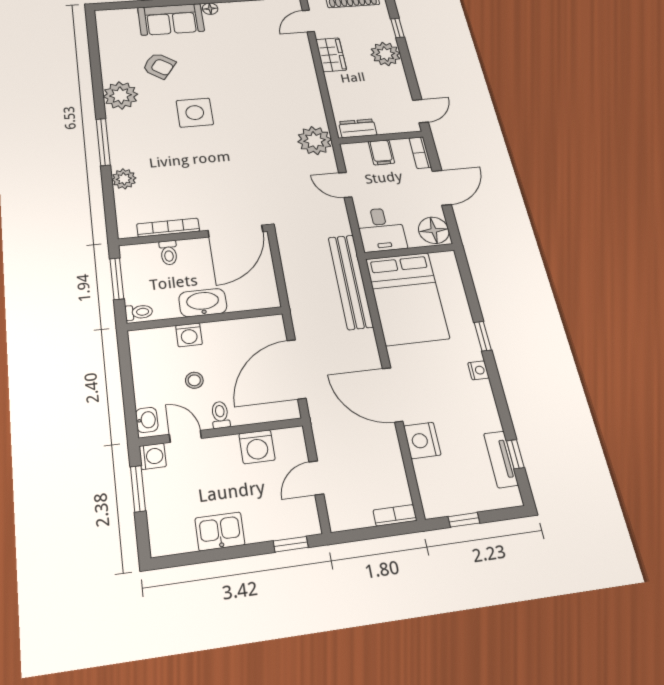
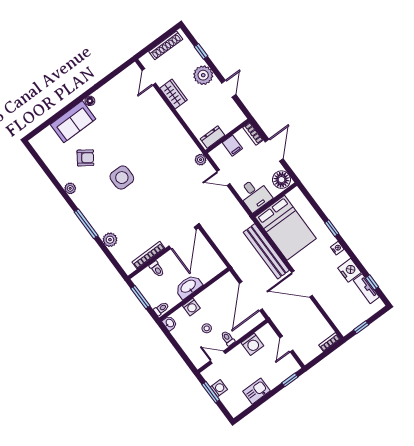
plant: (121, 95) -> (70, 188), width x0.53, depth x0.53
door: (420, 111) -> (229, 89), moved
plant: (315, 141) -> (201, 160), width x0.53, depth x0.53
bench: (351, 282) -> (266, 251), moved
washbasin: (147, 420) -> (170, 323), moved
nightstand: (422, 440) -> (350, 270), moved, turned 180
washing machine: (153, 456) -> (219, 388), moved

